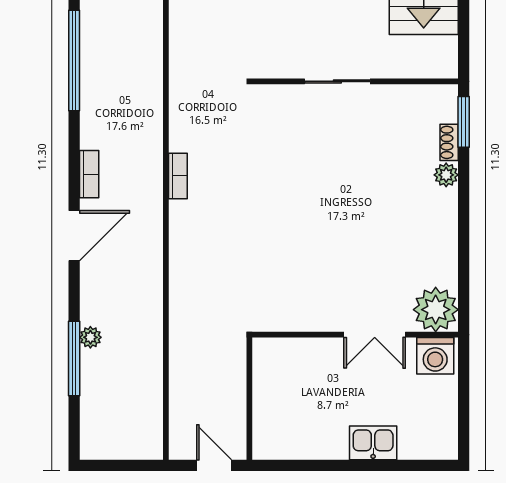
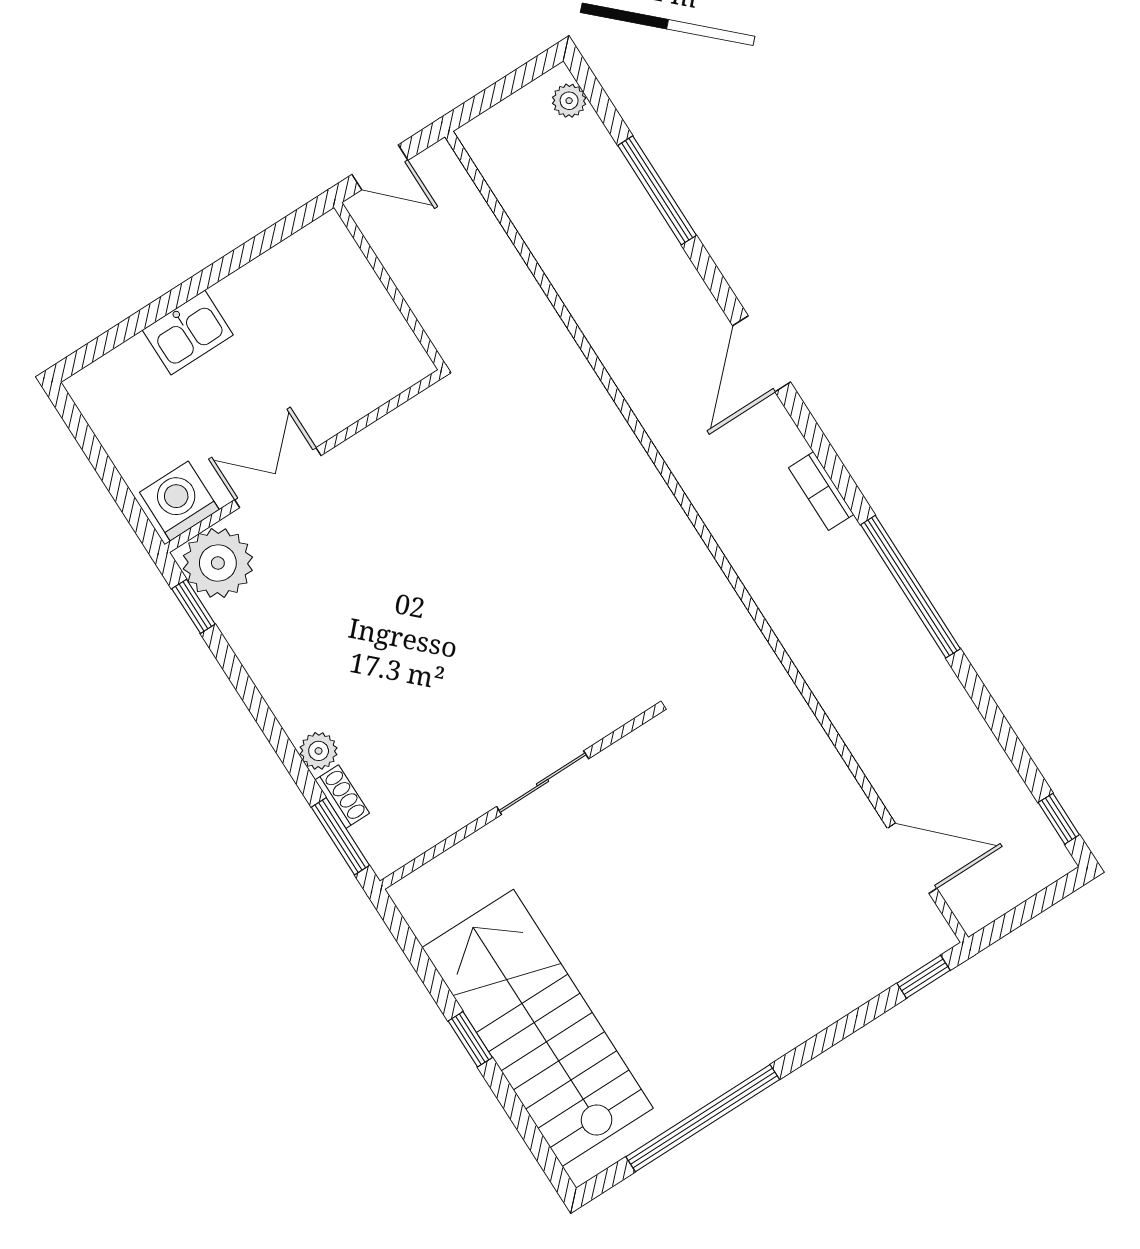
bookcase: (89, 174) -> (821, 491), moved
bookcase: (178, 176) -> (674, 521), removed
window: (464, 295) -> (193, 606), added
plant: (90, 337) -> (569, 101), moved

